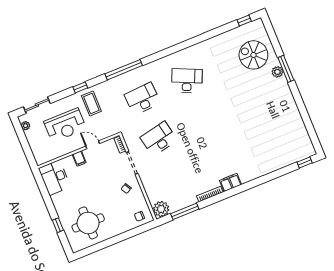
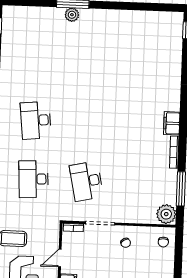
spiral stairs: (253, 55) -> (41, 33), removed
desk: (187, 81) -> (36, 120), turned -30

